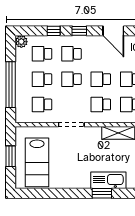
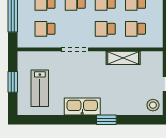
lab bench: (37, 162) -> (40, 88), width x0.73, depth x0.72
kitchen sink: (108, 180) -> (82, 107), moved

